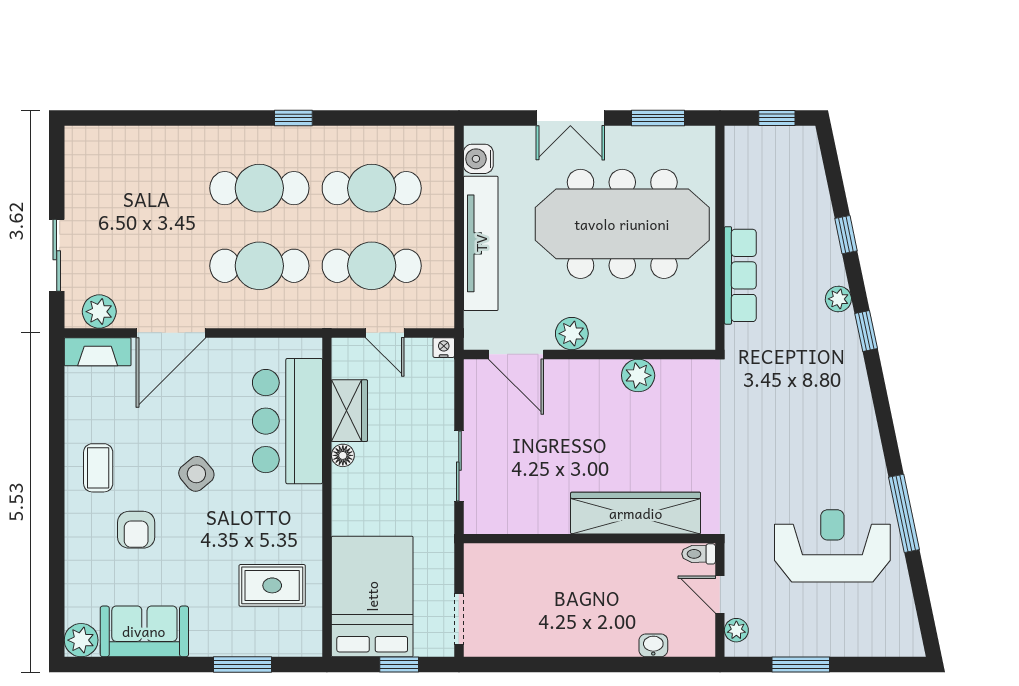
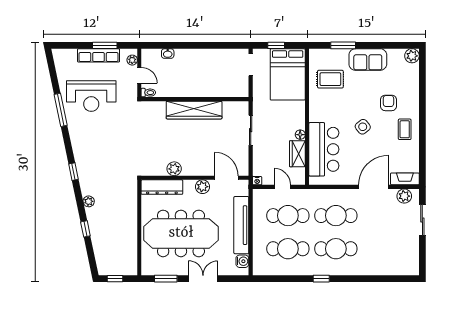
row of seats: (740, 275) -> (99, 55), moved, turned -90
window: (866, 331) -> (73, 172), moved
dresser: (667, 333) -> (162, 187), added
wardrobe: (636, 513) -> (194, 110), moved
sofa: (144, 631) -> (368, 60), moved

